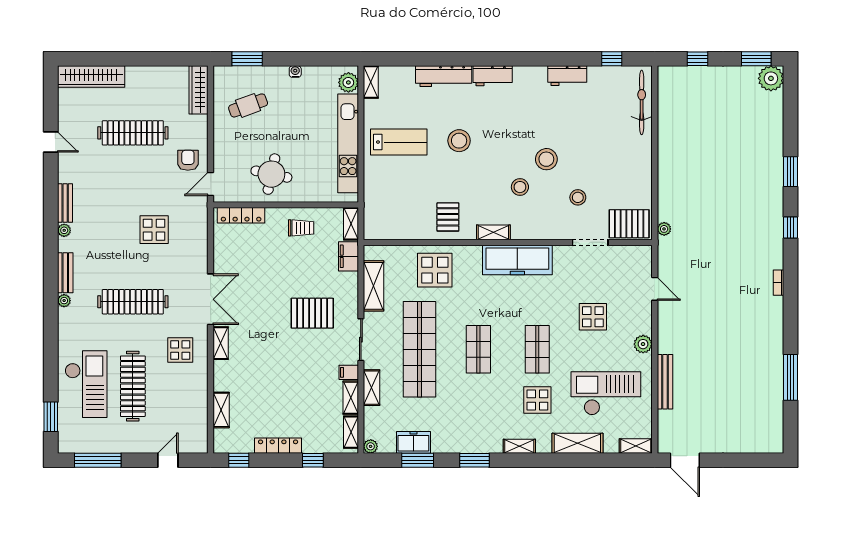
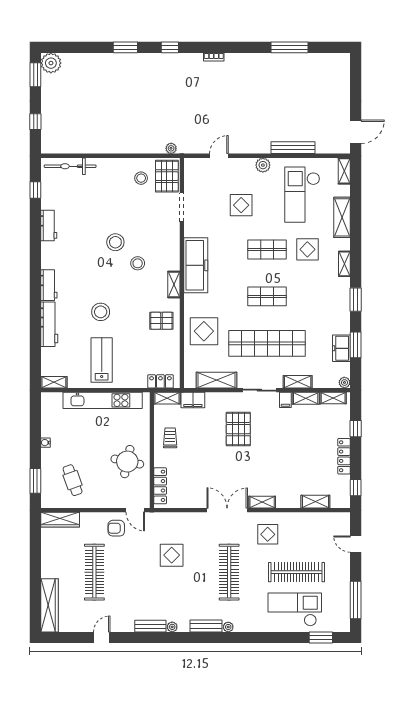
plant: (348, 82) -> (54, 400), removed
stool: (578, 197) -> (141, 178), moved
locker: (372, 216) -> (160, 381), added

